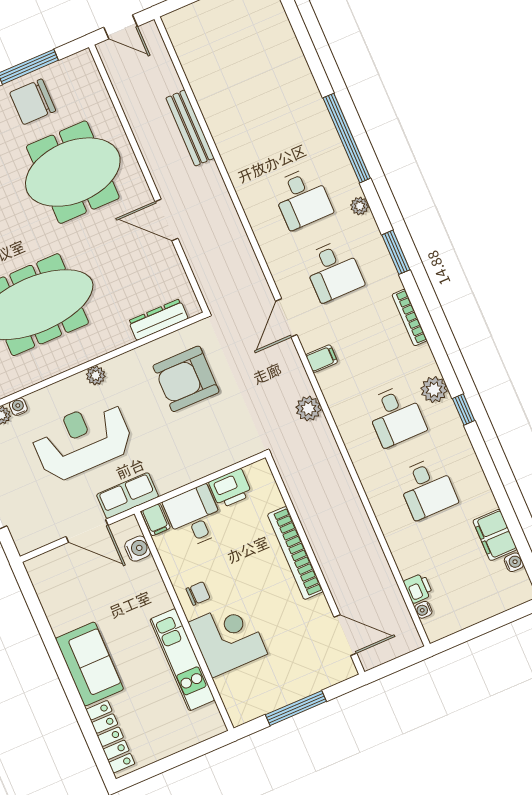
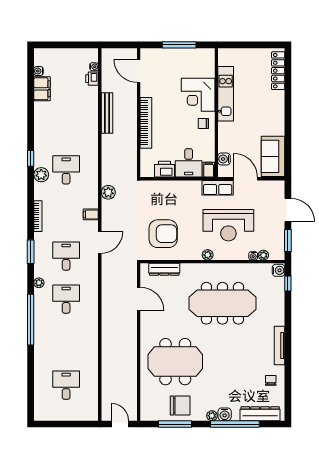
bench: (190, 128) -> (107, 113), moved
door: (167, 220) -> (139, 299), moved
desk: (427, 488) -> (66, 385), moved
sofa: (89, 664) -> (273, 156), moved

